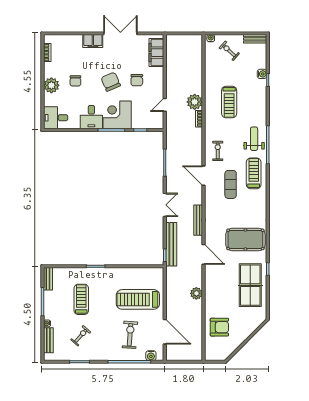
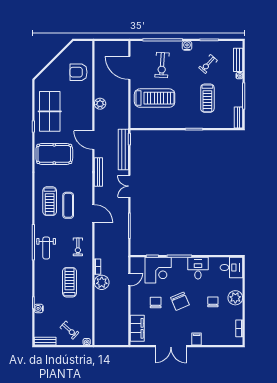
filing cabinet: (93, 41) -> (197, 339), width x0.50
corner desk: (117, 115) -> (158, 270), moved
exercise bike: (218, 151) -> (78, 247), moved
treadmill: (254, 173) -> (50, 201), moved
water cooler: (151, 356) -> (187, 46), moved

